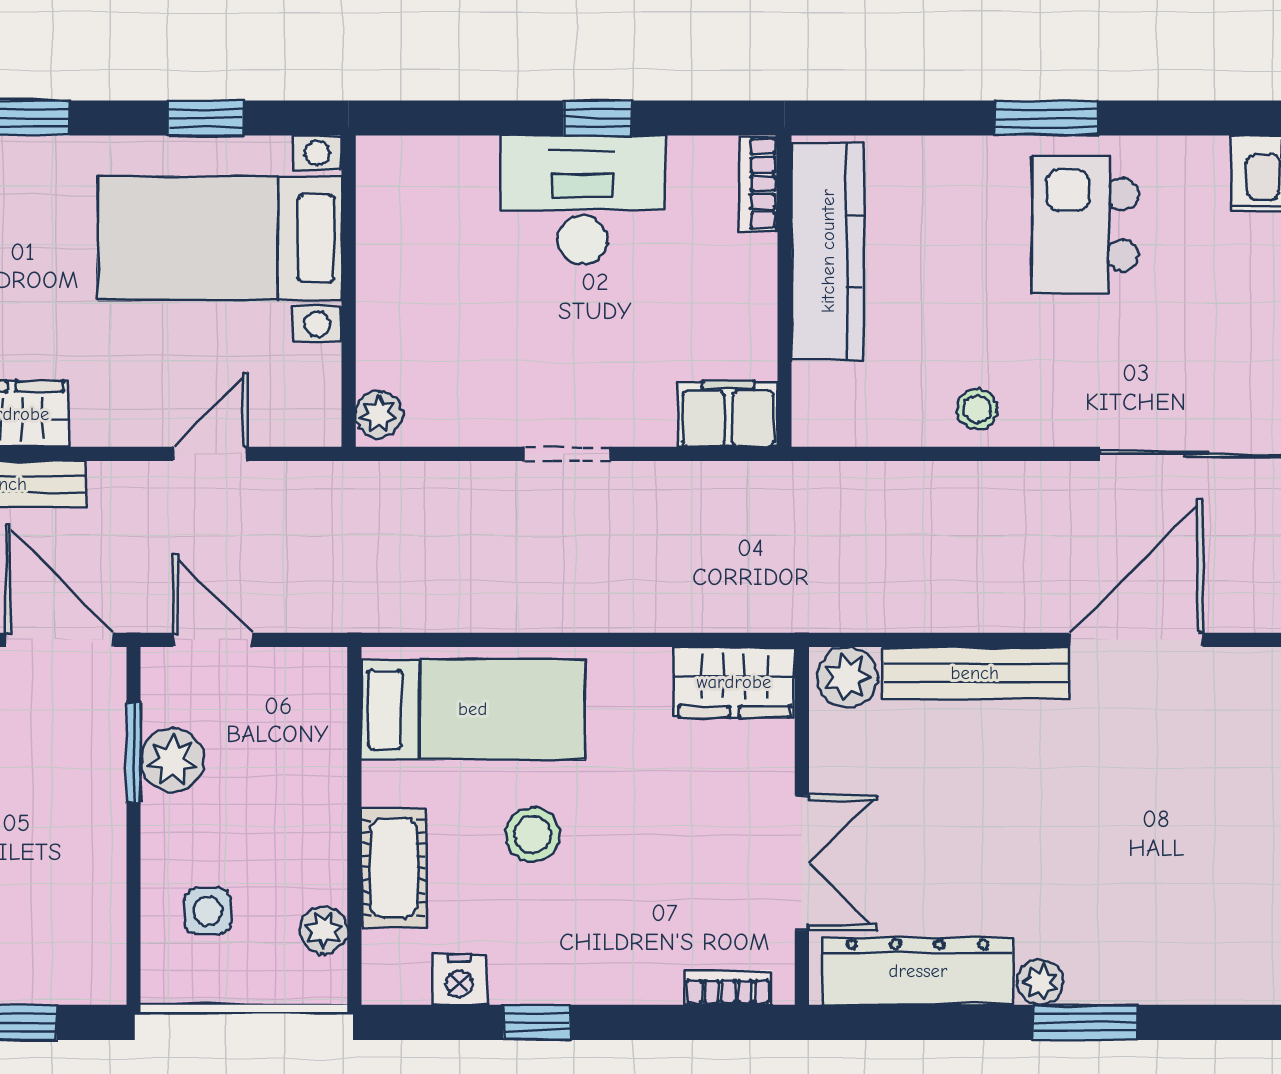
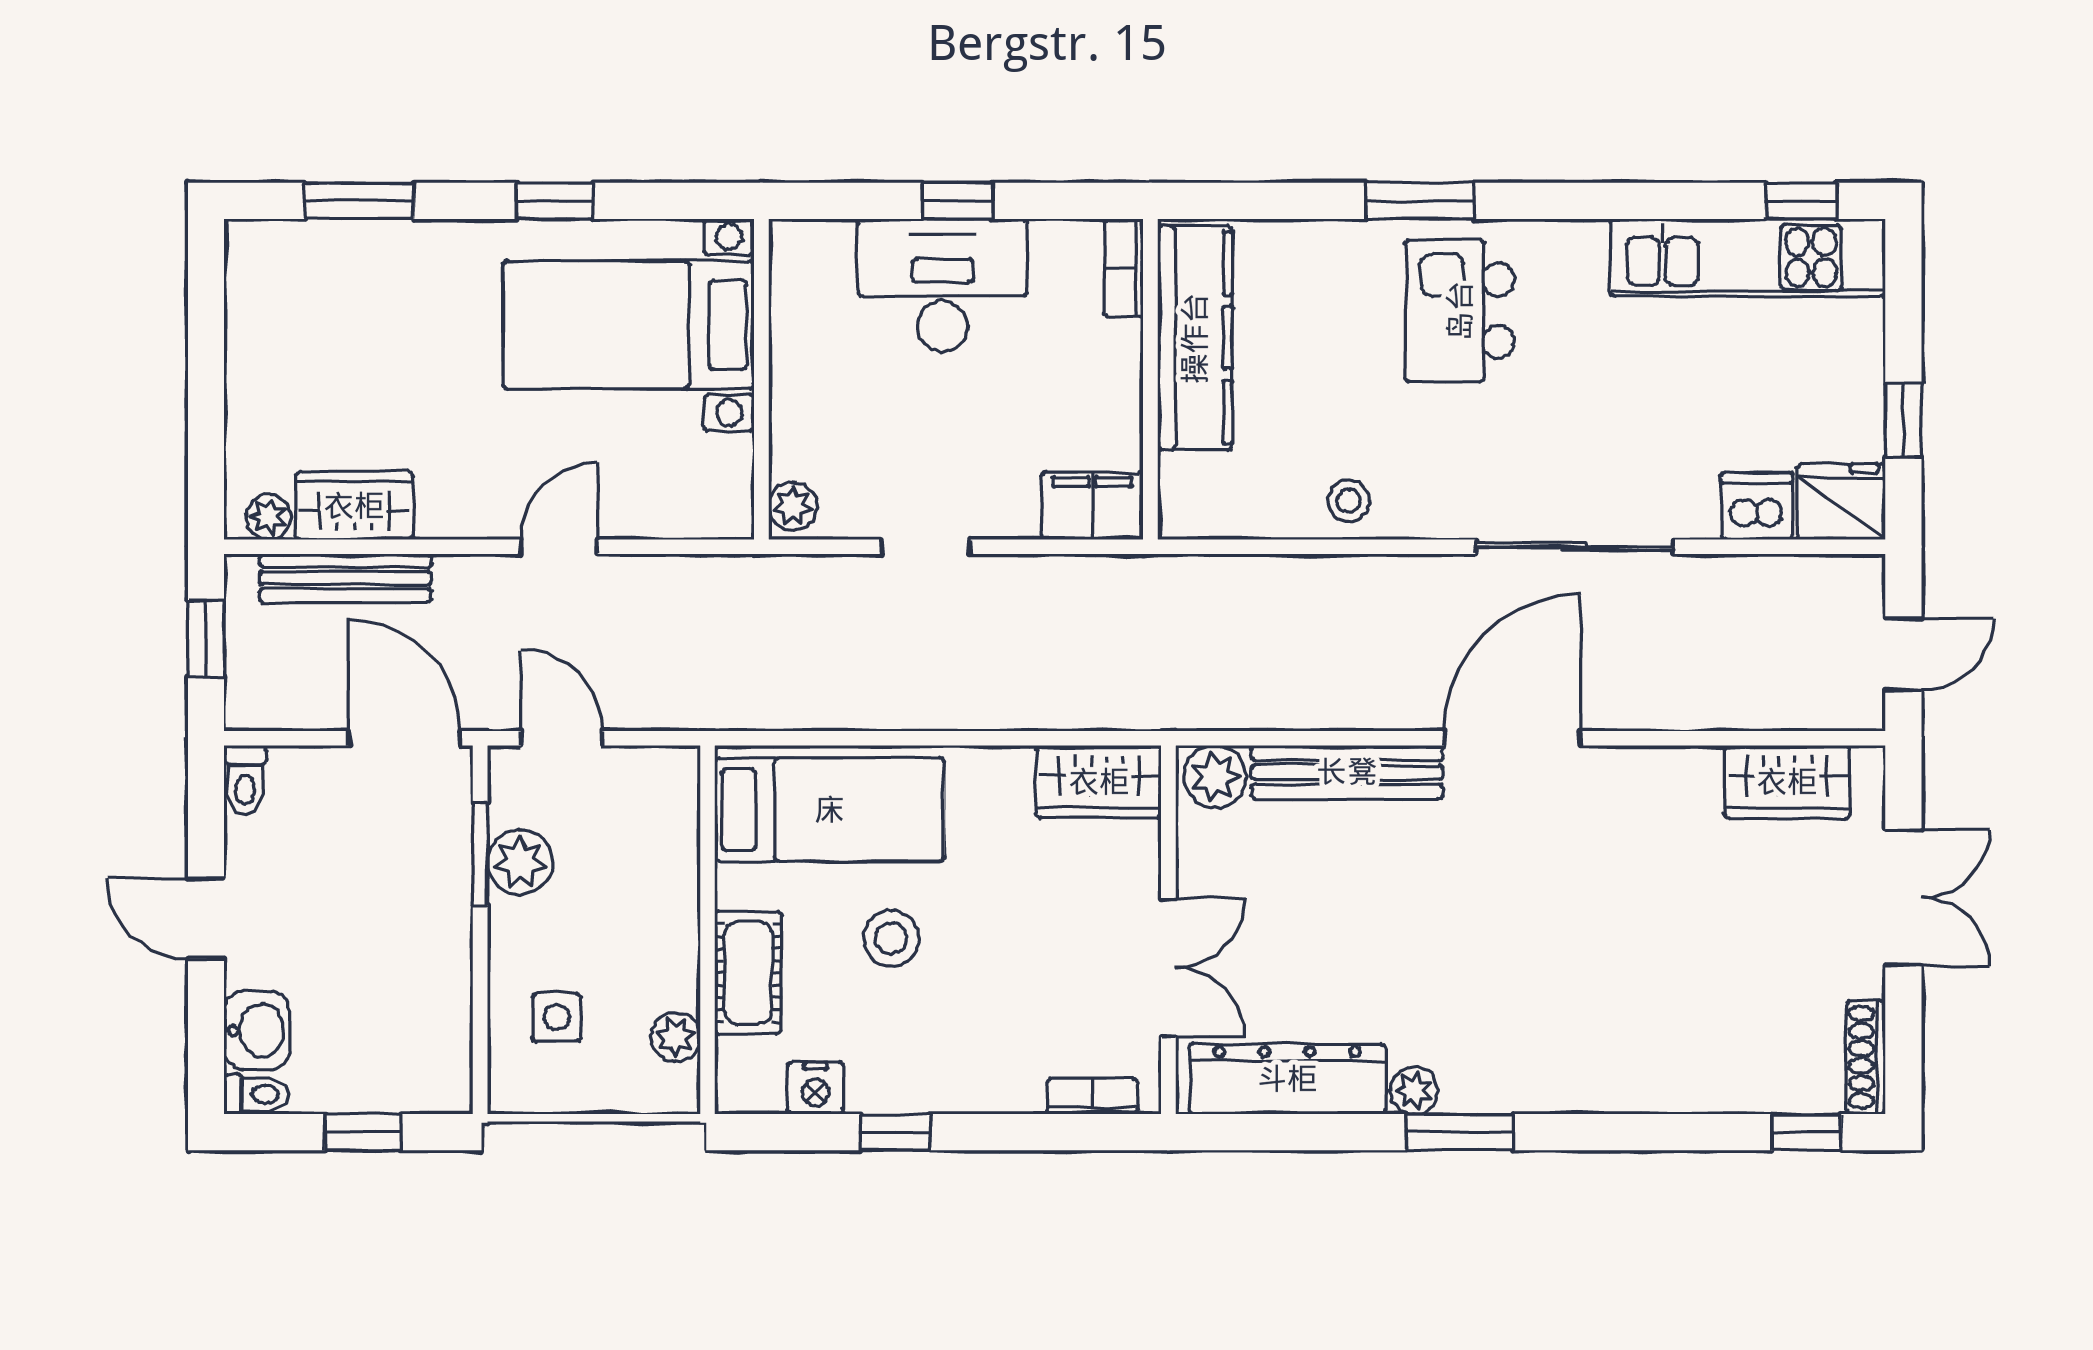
bed with nightstands: (220, 238) -> (629, 325), moved
wall: (349, 291) -> (761, 379), moved
plant: (379, 415) -> (793, 506), moved

